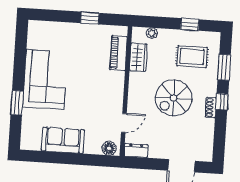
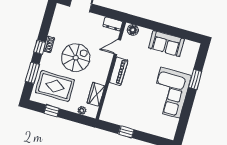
piano: (119, 53) -> (119, 71), moved
rug: (192, 57) -> (55, 86), width x1.36, depth x1.43

